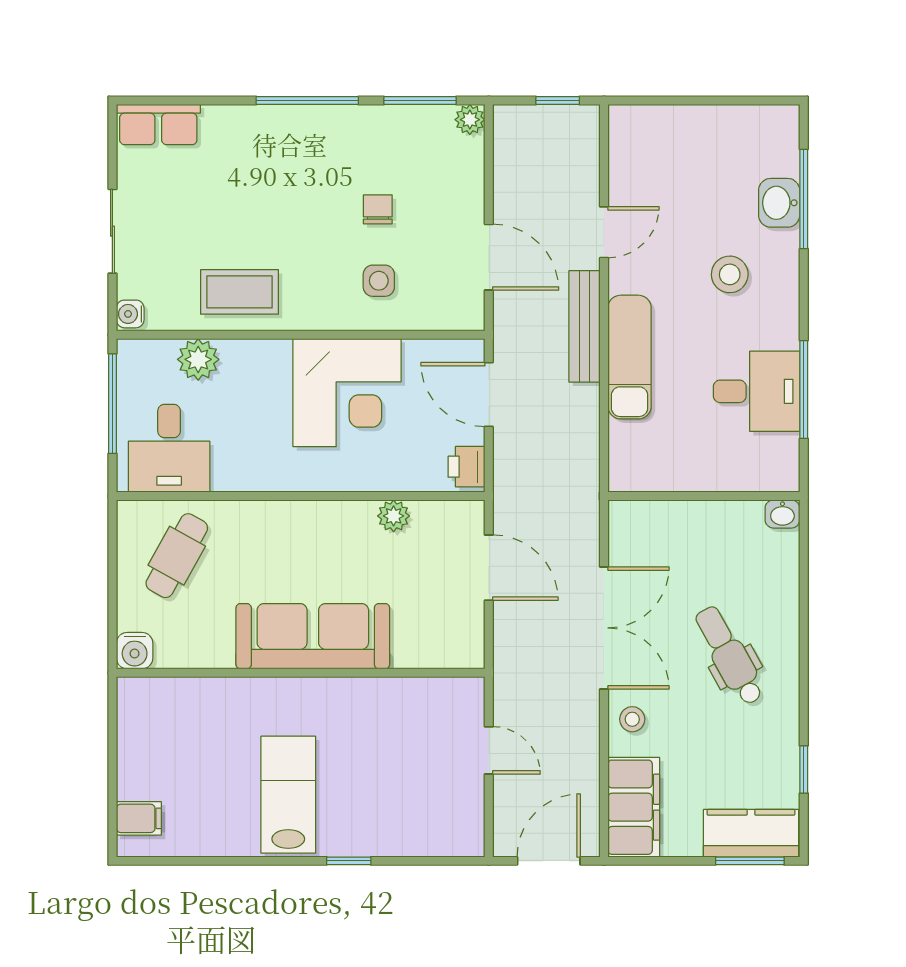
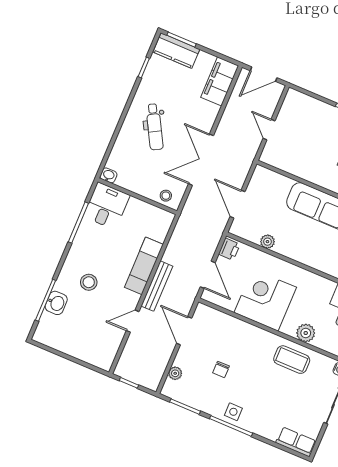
plant: (470, 120) -> (175, 373), moved
side table: (379, 281) -> (233, 412), moved
plant: (198, 359) -> (306, 333), moved
desk: (757, 391) -> (107, 206), moved, turned 90
stool: (632, 719) -> (166, 196), moved

